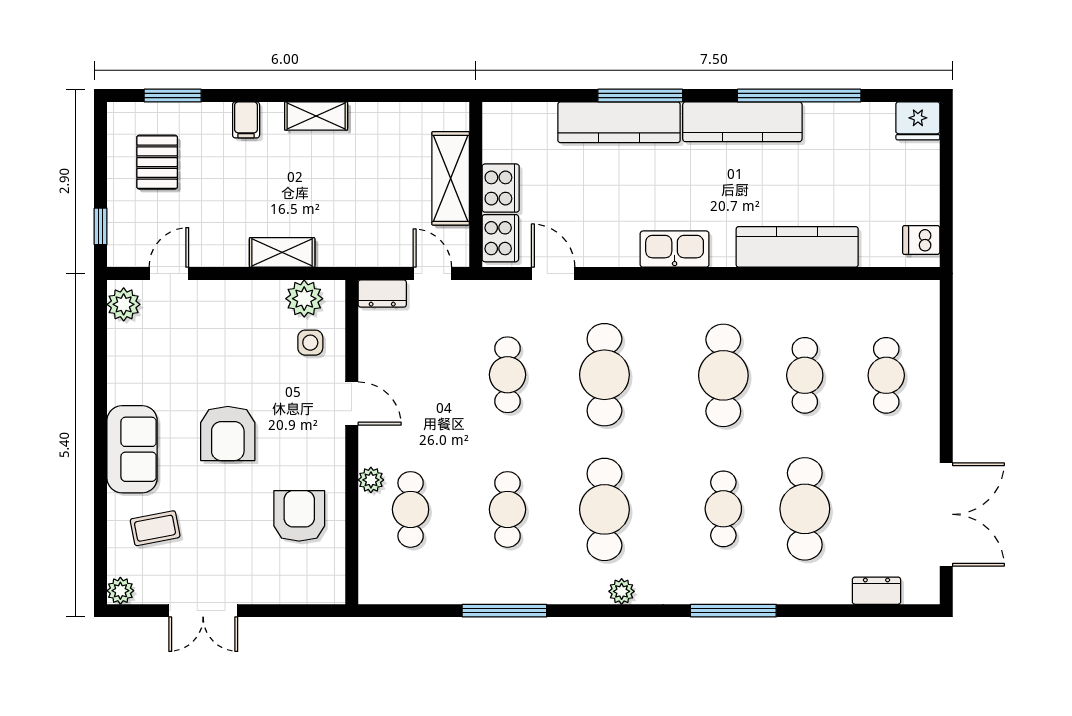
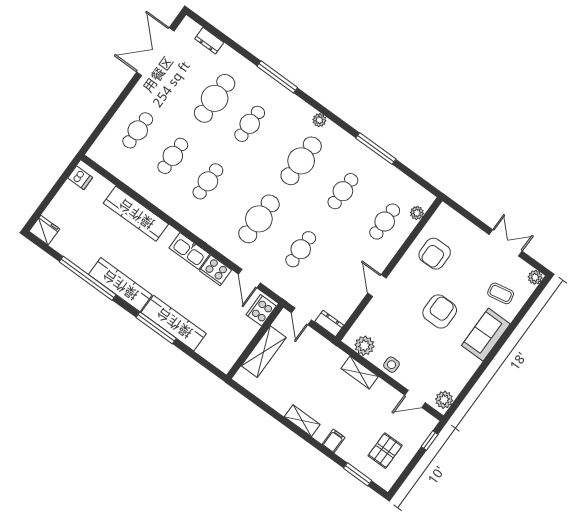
cooker: (501, 188) -> (216, 270), moved, turned -90
side table: (310, 343) -> (392, 365), moved
cafe table: (723, 375) -> (208, 181), width x0.73, depth x0.74
plant: (371, 480) -> (417, 213), moved

